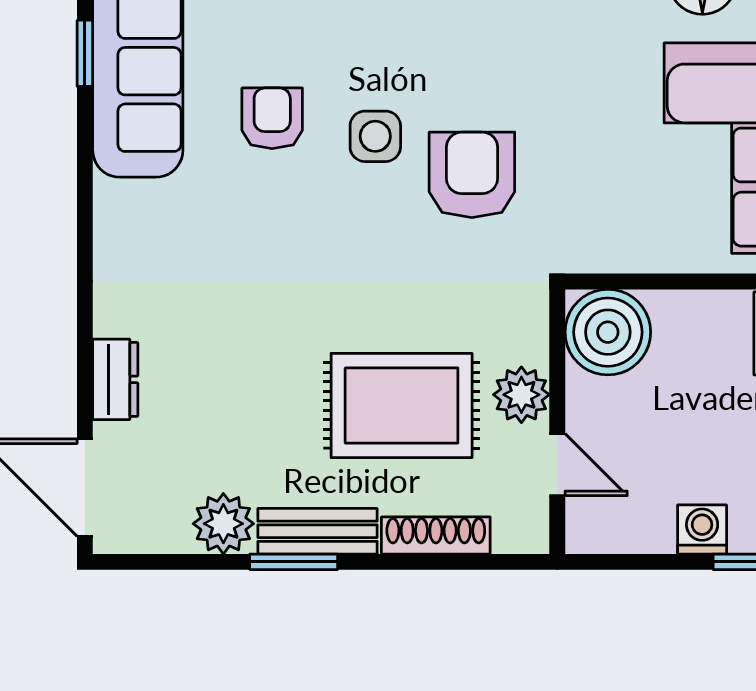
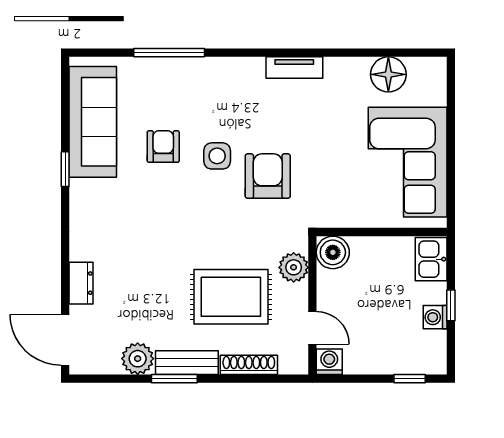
window: (85, 53) -> (65, 169), moved
boiler: (608, 332) -> (333, 252), width x0.73, depth x0.73
plant: (521, 395) -> (294, 267), moved
washing machine: (702, 530) -> (329, 362), moved

